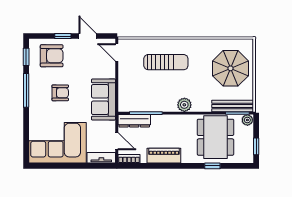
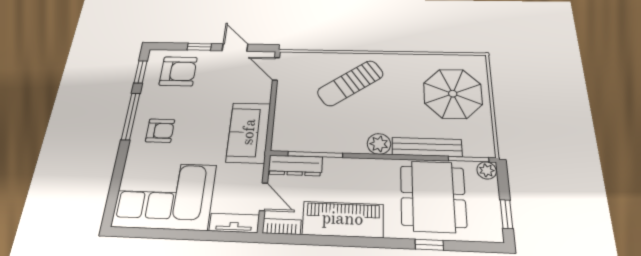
sun lounger: (166, 62) -> (350, 83), turned 145
armchair: (60, 93) -> (160, 131), moved
bench: (233, 106) -> (427, 147), moved
piano: (164, 156) -> (343, 219), width x1.37, depth x1.33

